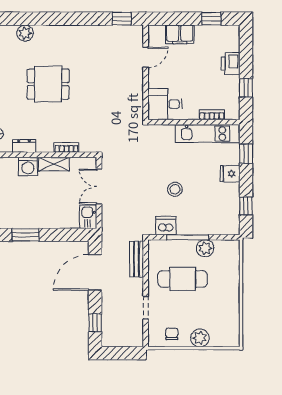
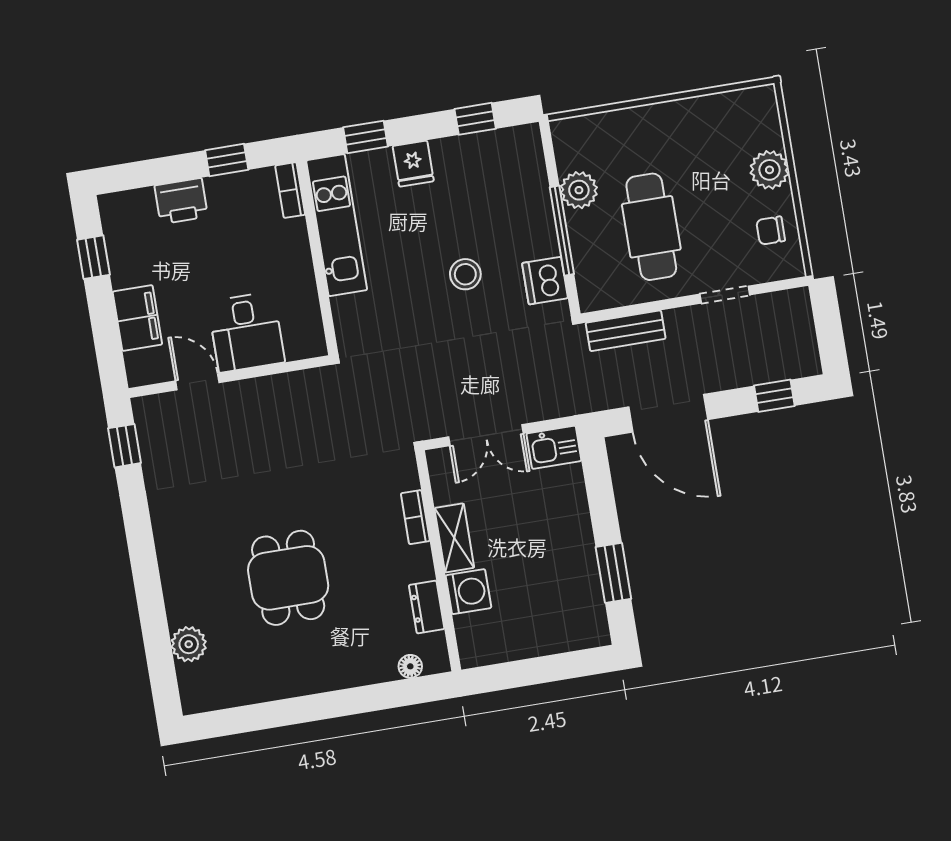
desk: (165, 104) -> (246, 332), moved
bookcase: (212, 115) -> (290, 190), moved

